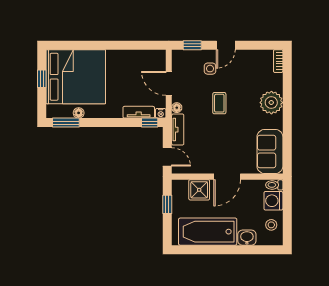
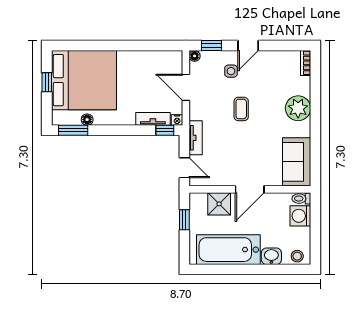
floor lamp: (177, 108) -> (195, 56), moved
stool: (271, 225) -> (297, 256), moved

